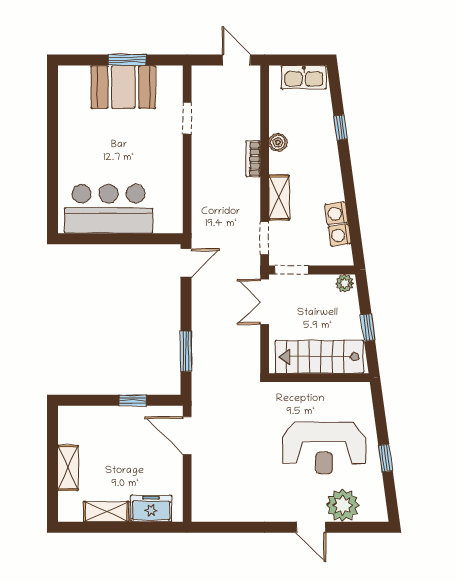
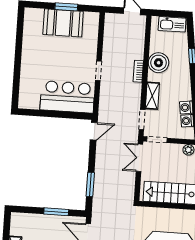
doorway: (187, 118) -> (98, 71), moved
boiler: (278, 142) -> (159, 63), width x1.86, depth x1.86
bar counter: (109, 209) -> (67, 97), moved
window: (133, 400) -> (56, 212), width x1.50

